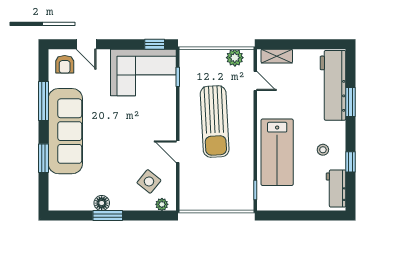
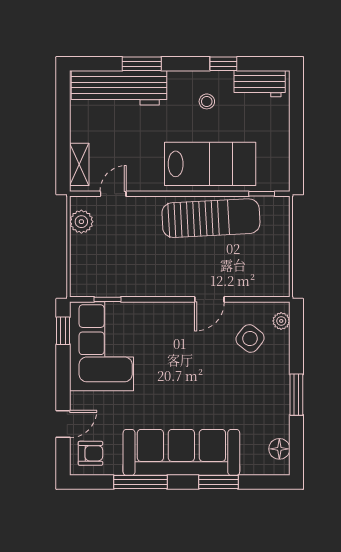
sun lounger: (215, 122) -> (211, 218), moved
floor lamp: (102, 203) -> (279, 449), moved

